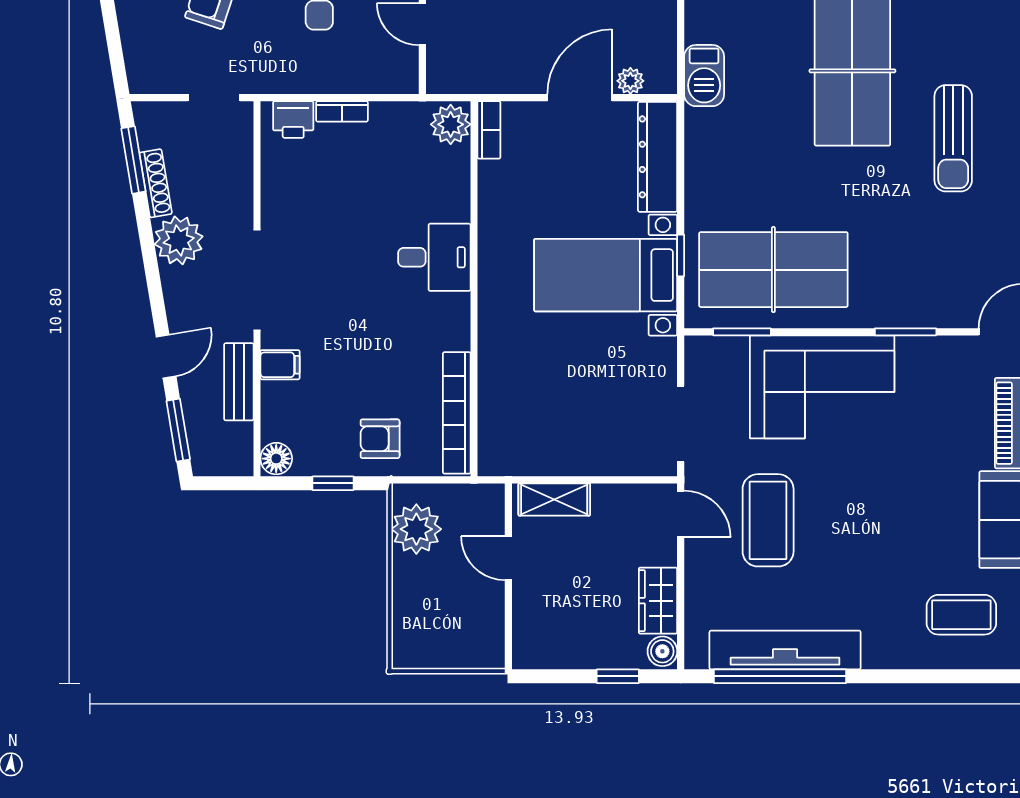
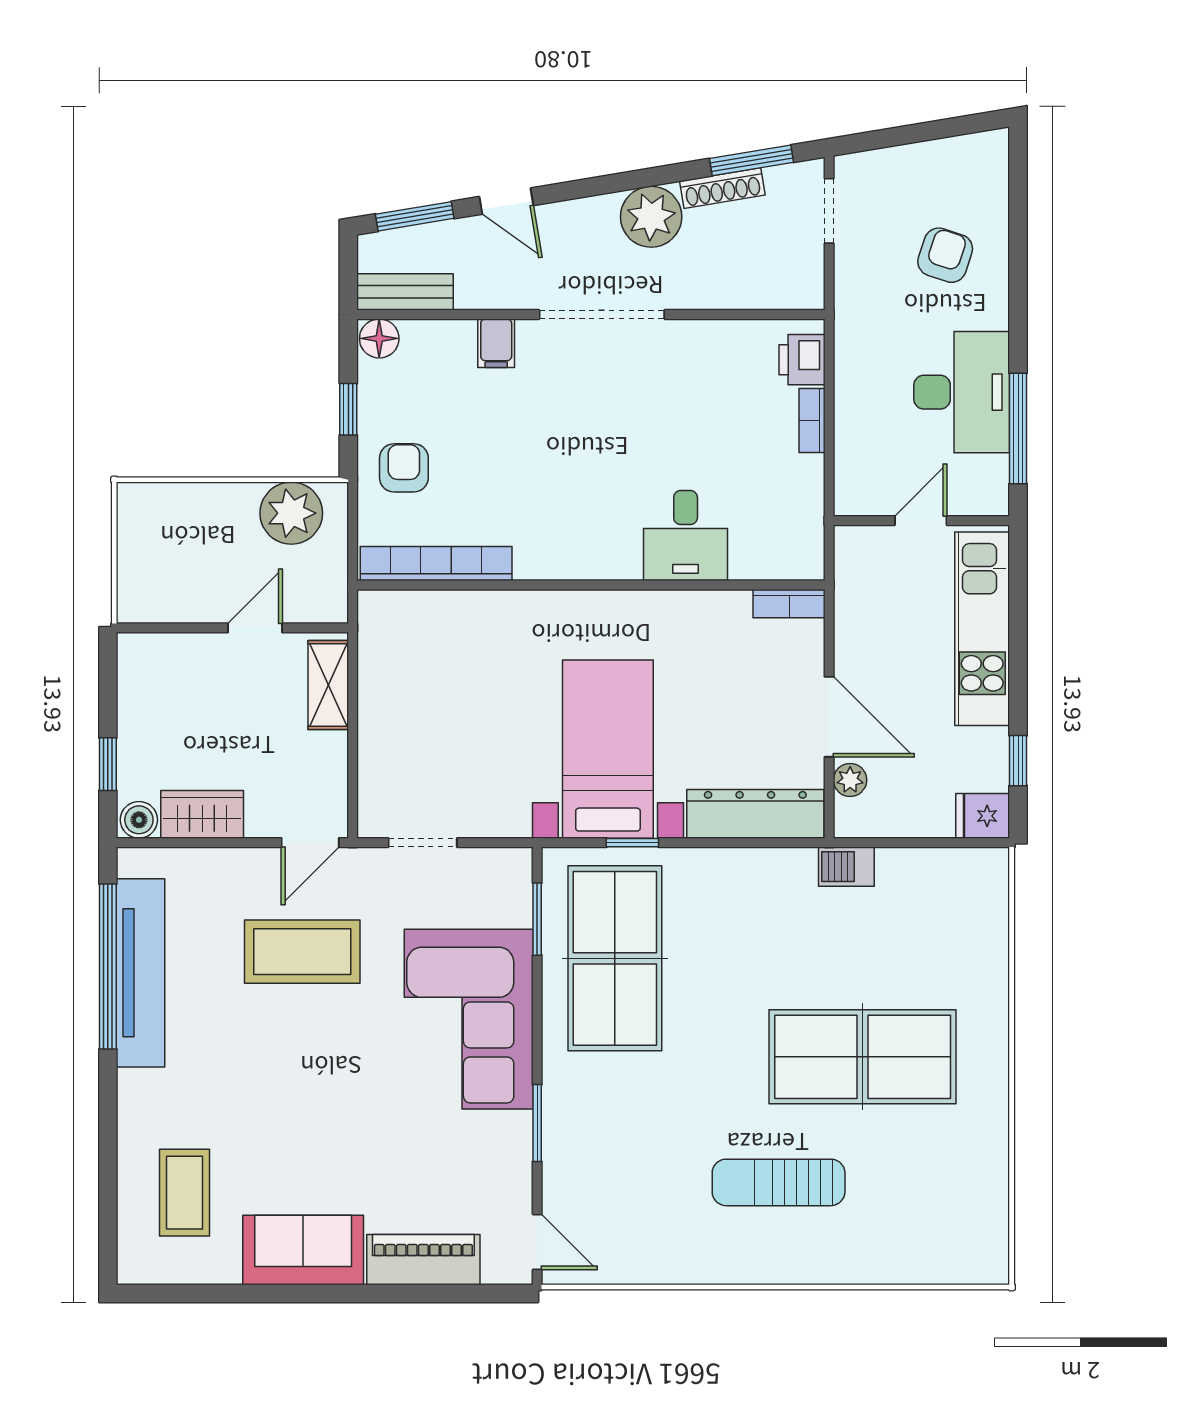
barbecue: (704, 76) -> (846, 867), width x0.73, depth x0.79
doorway: (214, 98) -> (829, 211), moved
plant: (451, 124) -> (796, 556), removed
desk: (434, 257) -> (686, 536), moved
bench: (239, 382) -> (405, 292), moved
doorway: (681, 424) -> (423, 843), width x0.73

